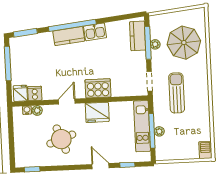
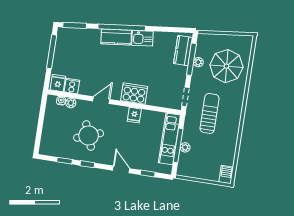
fridge: (97, 112) -> (134, 115), width x0.53, depth x0.75
window: (66, 168) -> (87, 164), added
window: (32, 169) -> (64, 161), moved

